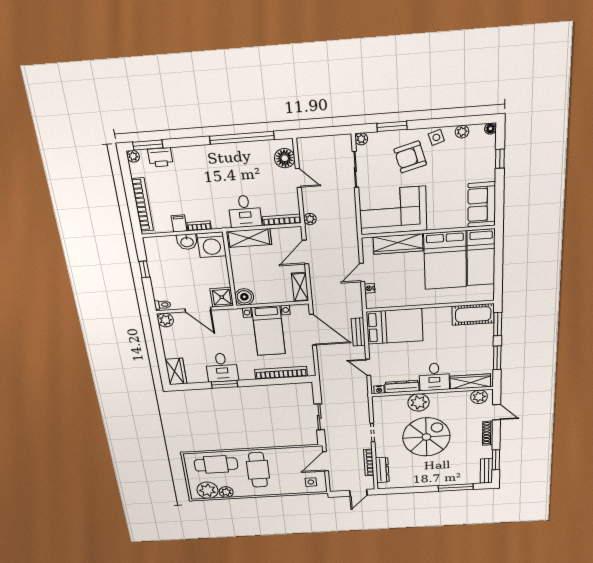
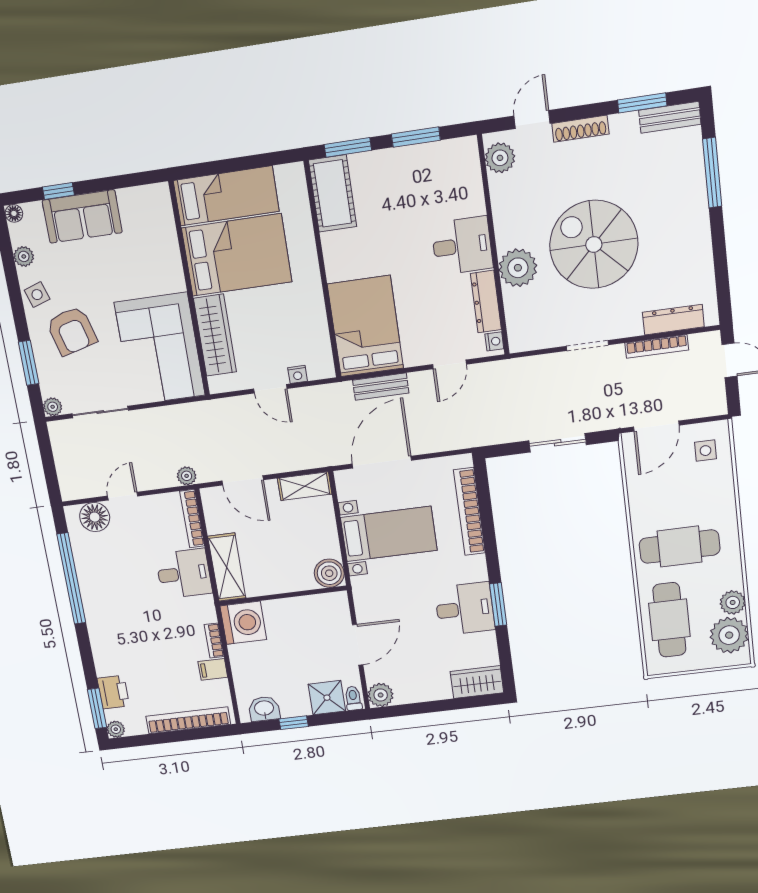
sofa: (482, 205) -> (82, 216), moved
washbasin: (187, 242) -> (264, 709), moved, turned -90
shower: (222, 297) -> (327, 698), moved
wardrobe: (470, 382) -> (468, 179), removed
door: (326, 461) -> (656, 426), hinge flipped

